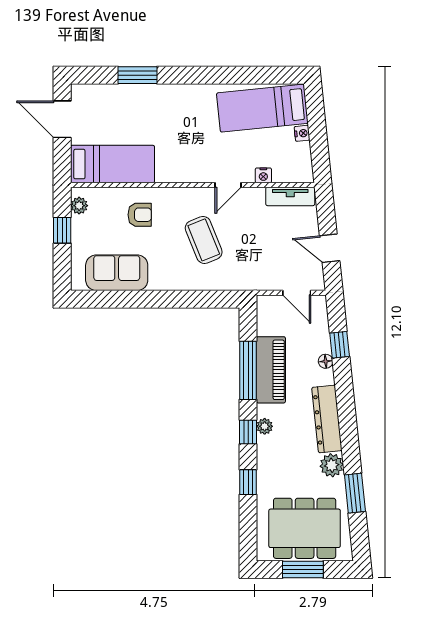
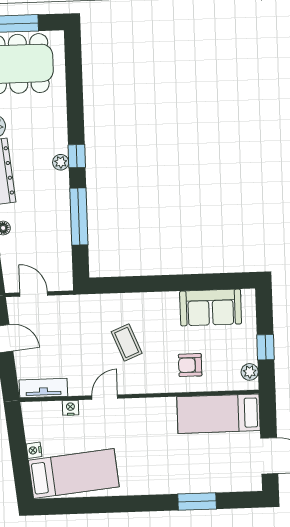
coffee table: (204, 240) -> (127, 343), width x0.73, depth x0.77
piano: (271, 370) -> (56, 218), removed
window: (248, 482) -> (75, 107), removed

